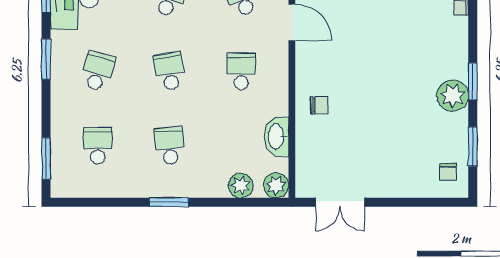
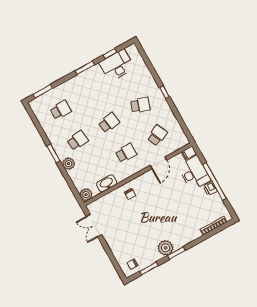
school desk: (98, 71) -> (92, 92), removed
plant: (241, 186) -> (69, 164), moved

